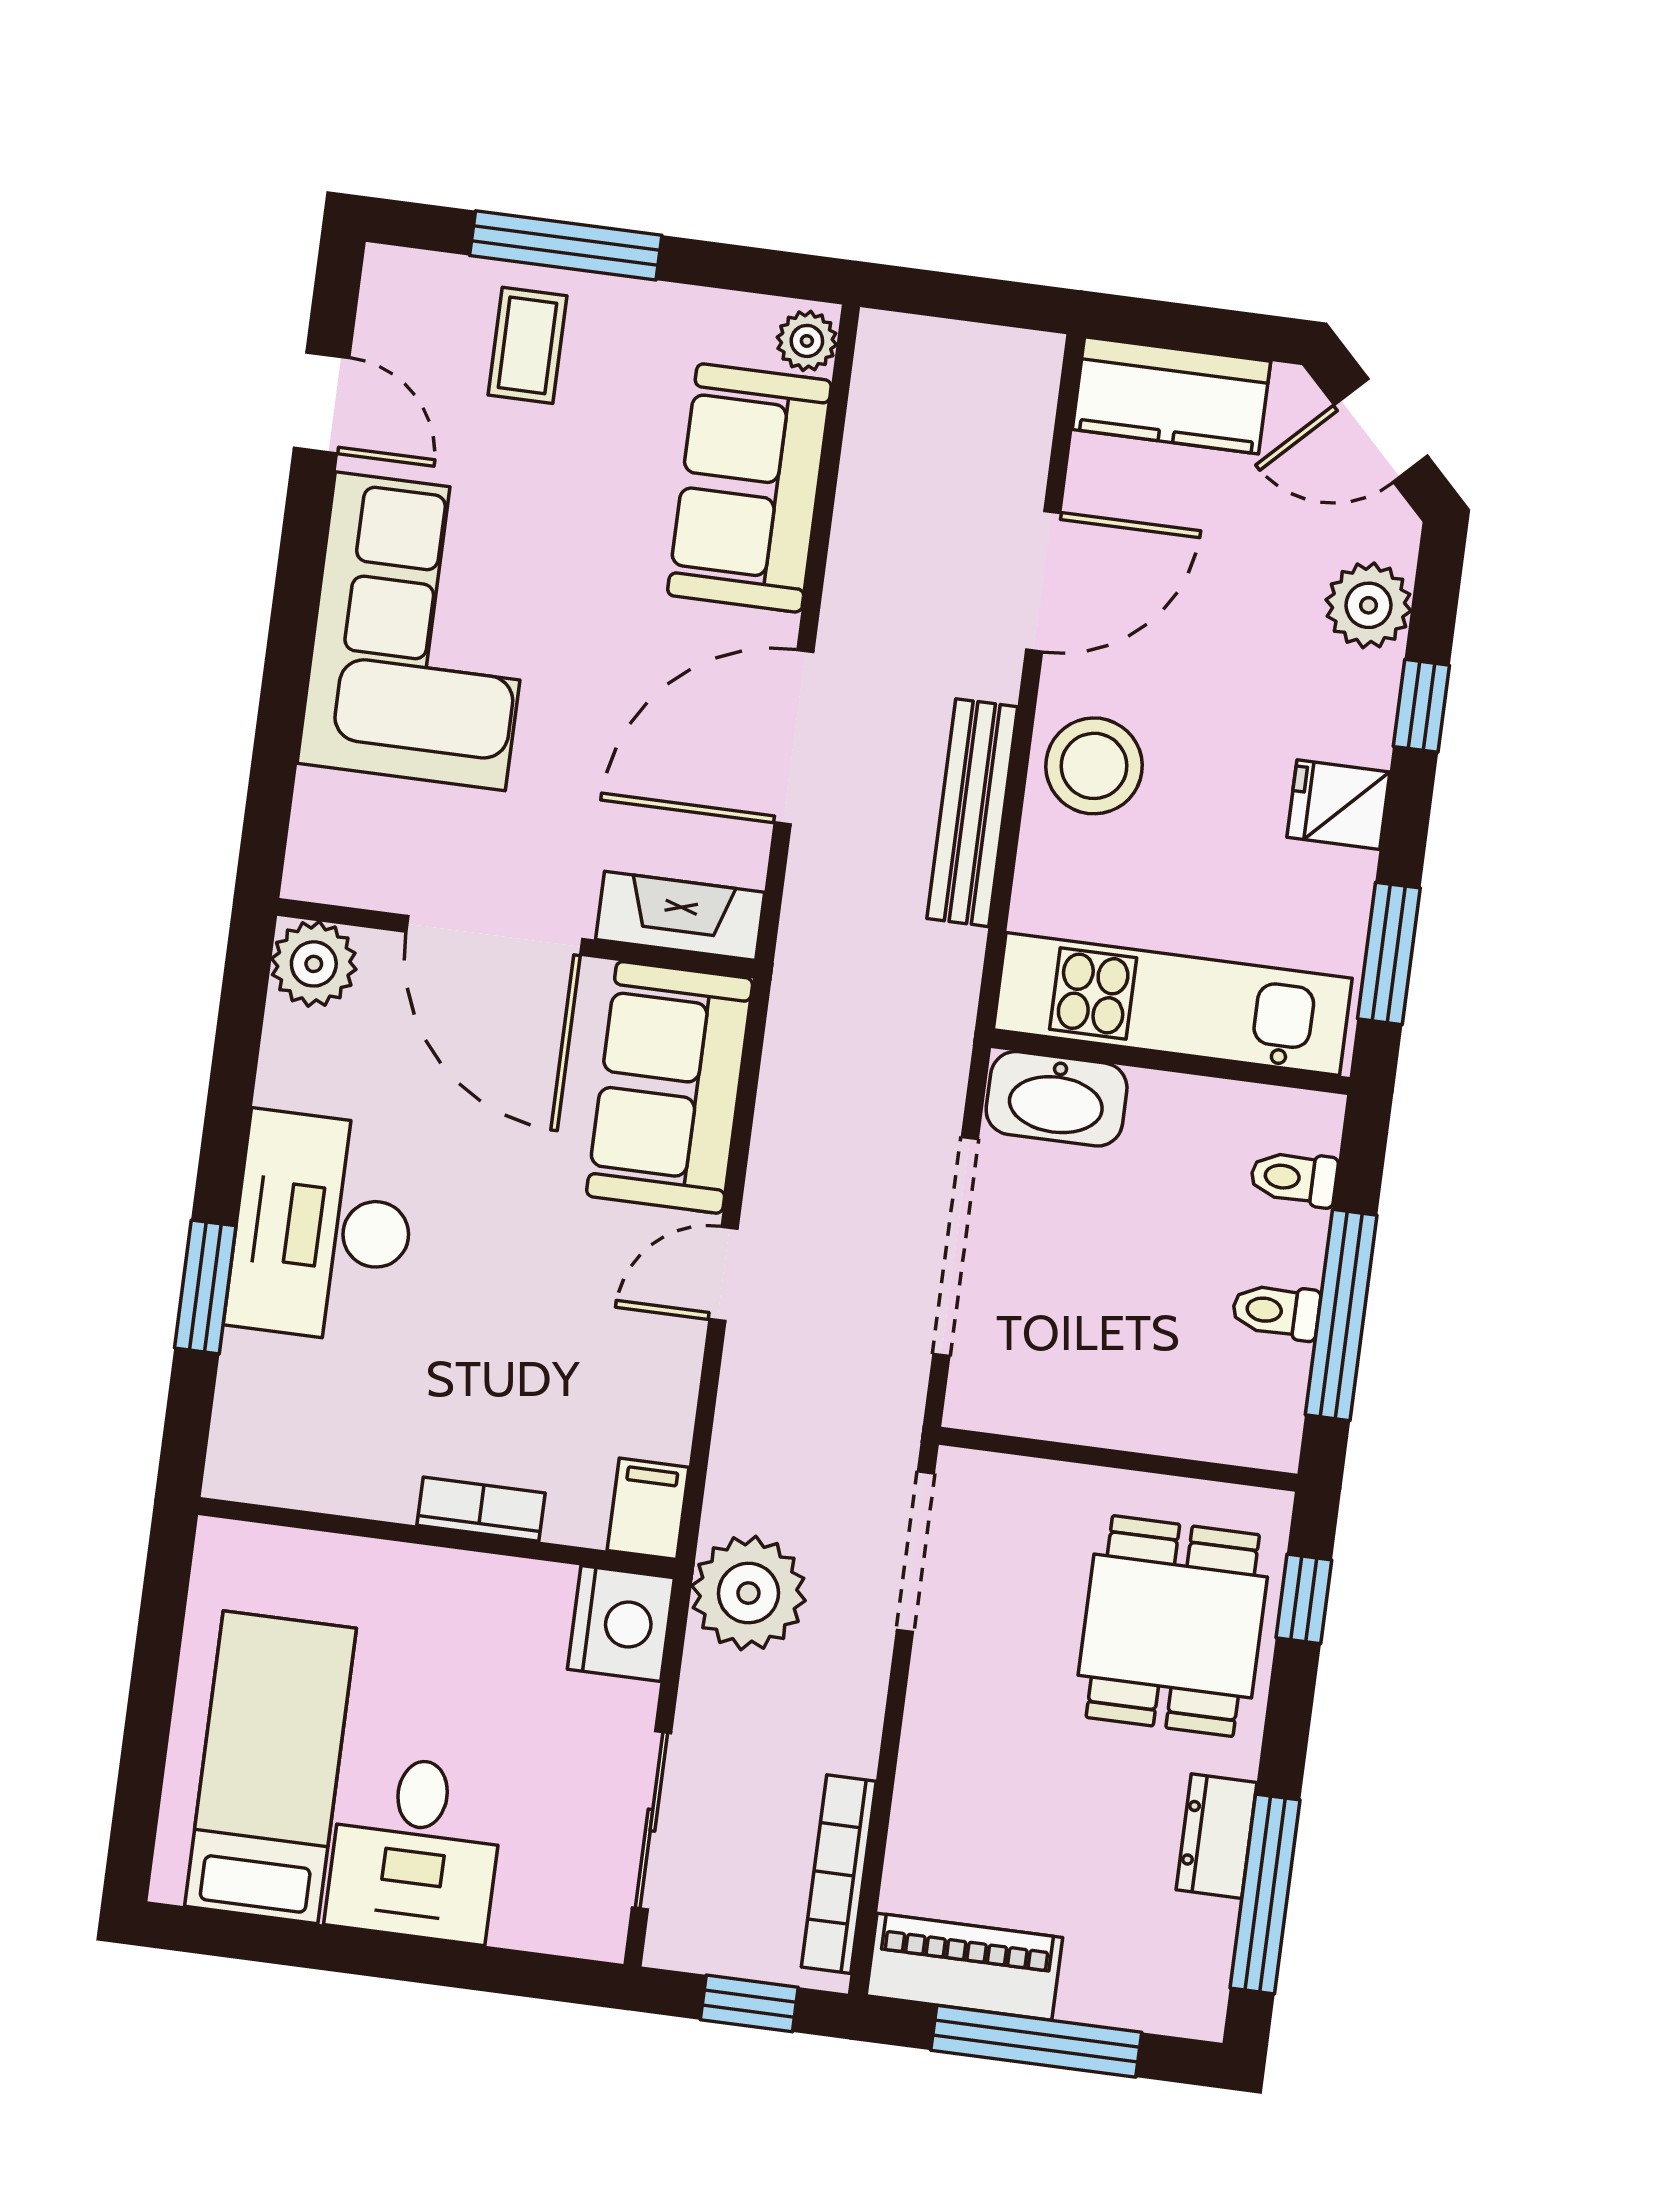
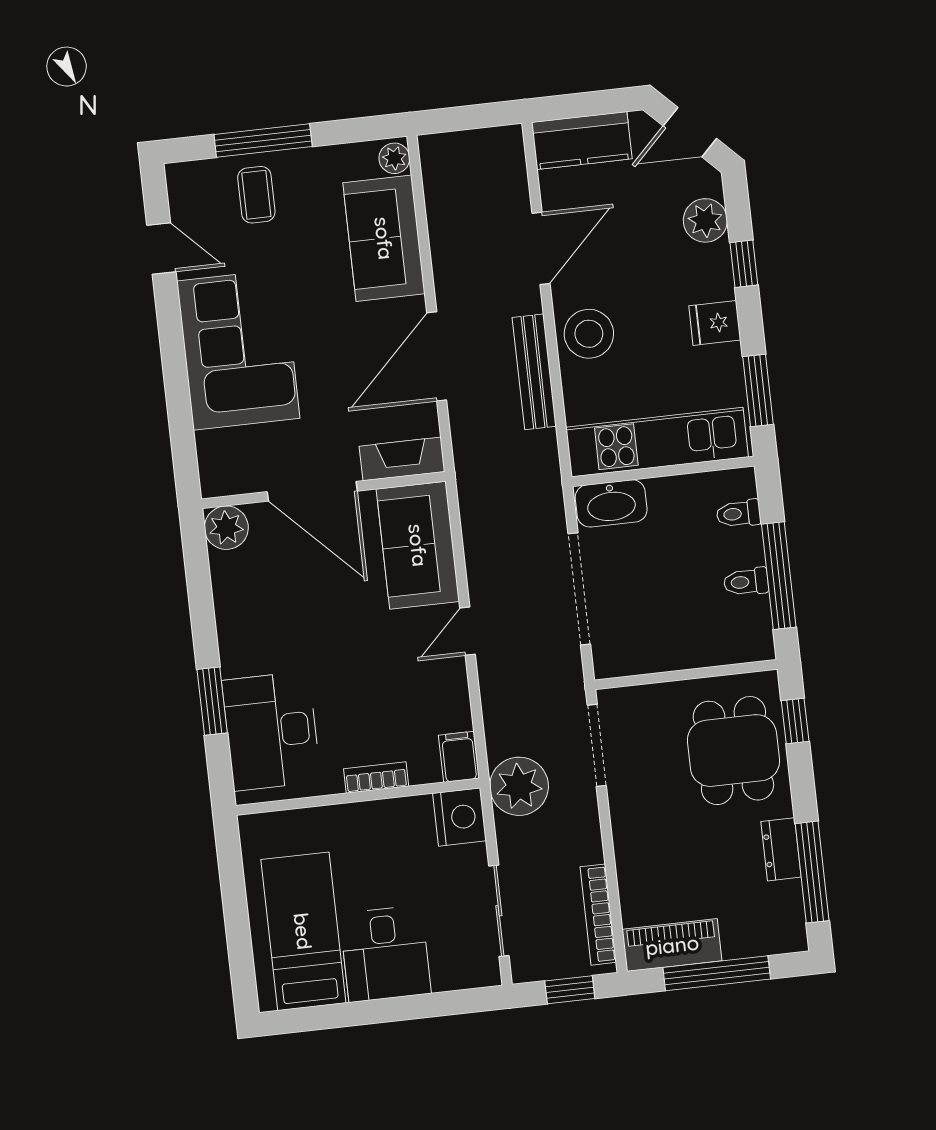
desk: (323, 1227) -> (271, 731), moved

